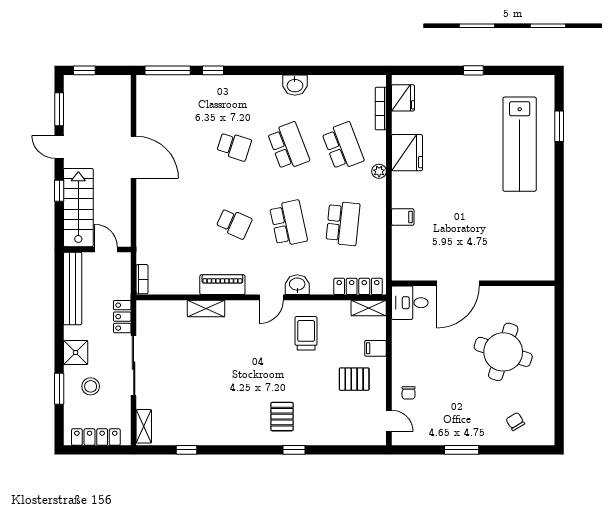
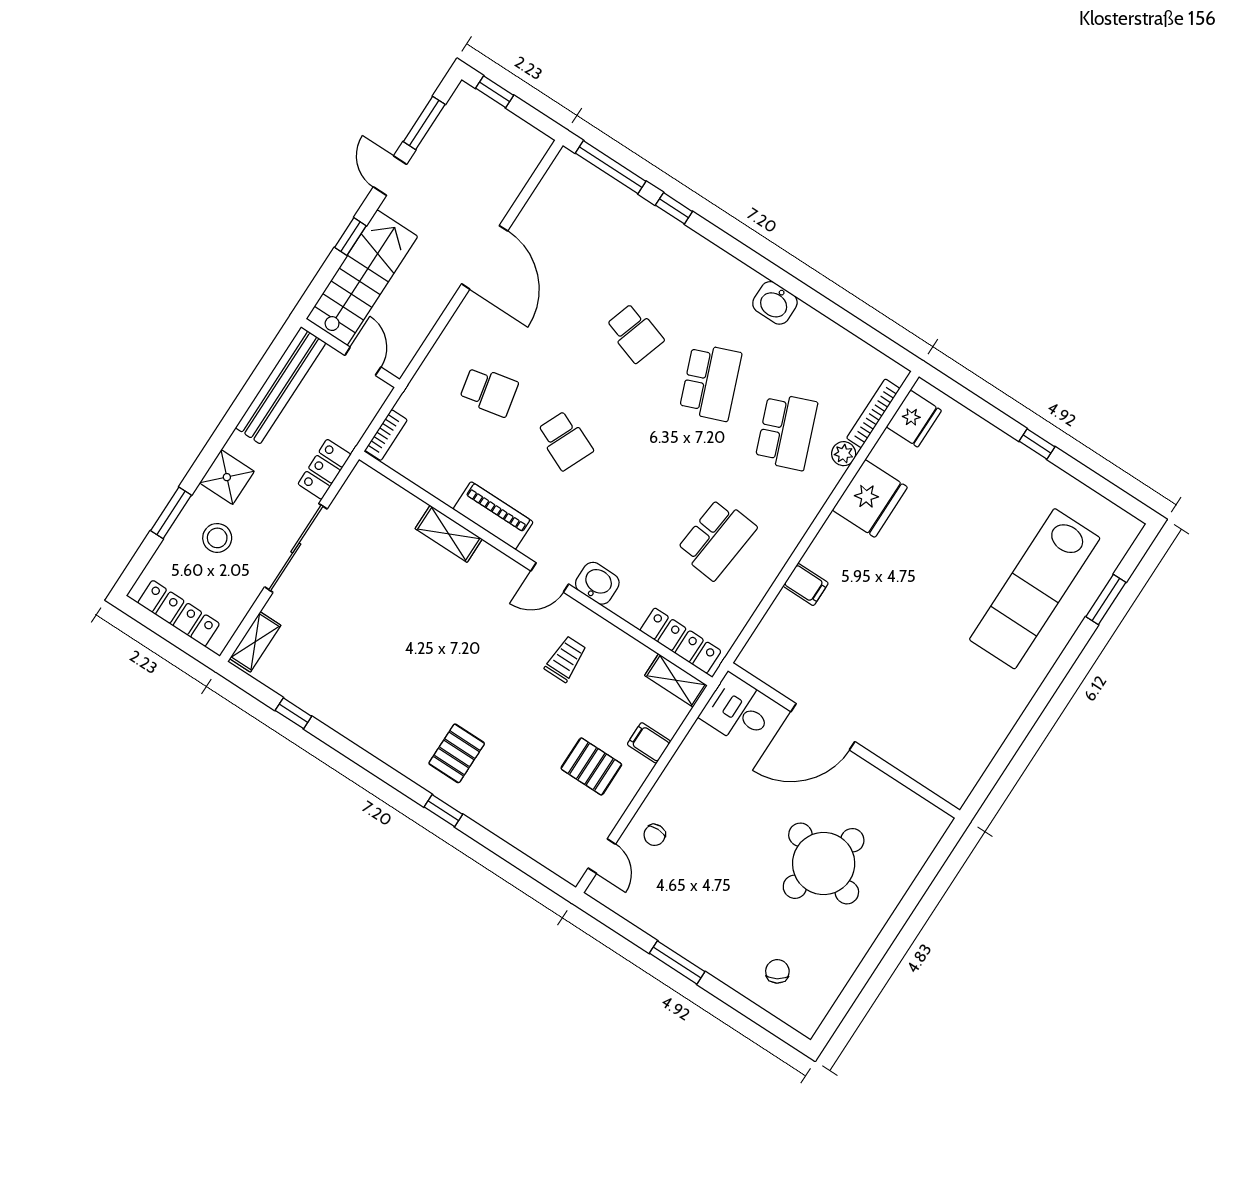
plant: (379, 171) -> (844, 454), moved
school desk: (288, 223) -> (489, 391), moved, width x0.54
trolley: (306, 333) -> (566, 659), width x0.73, depth x0.72

